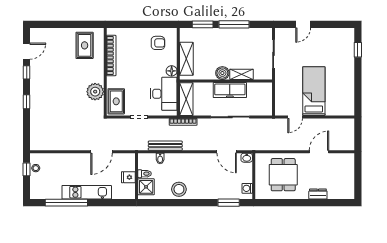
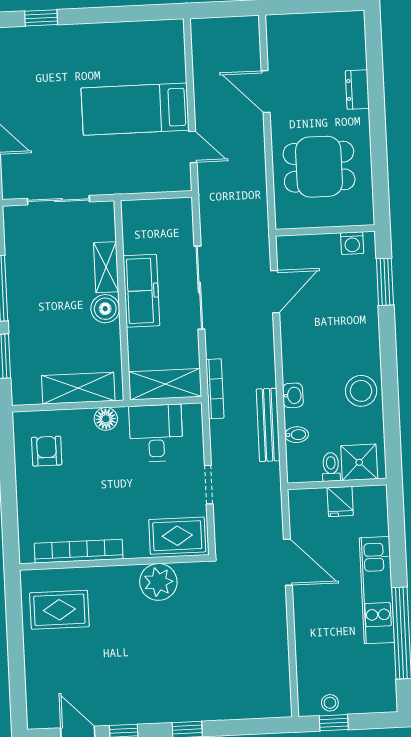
desk: (164, 94) -> (156, 433), width x0.73
washbasin: (247, 158) -> (293, 395), moved

